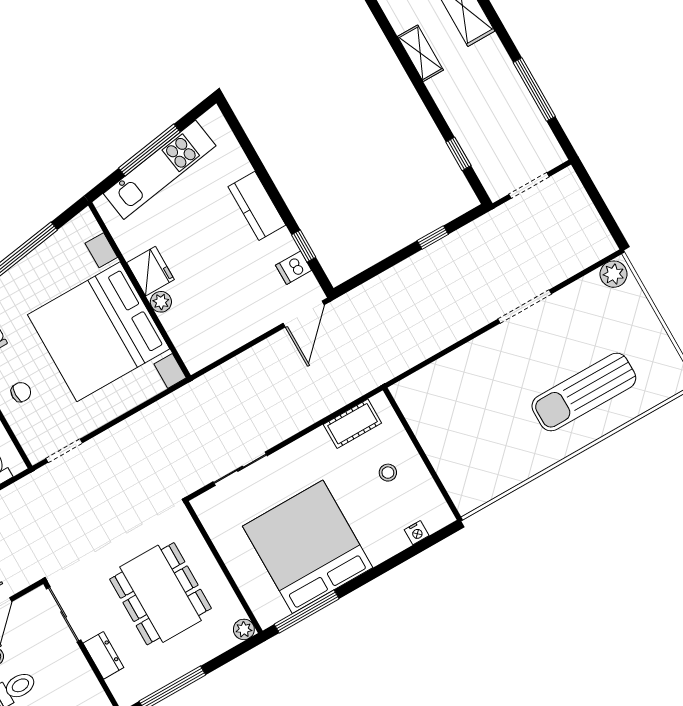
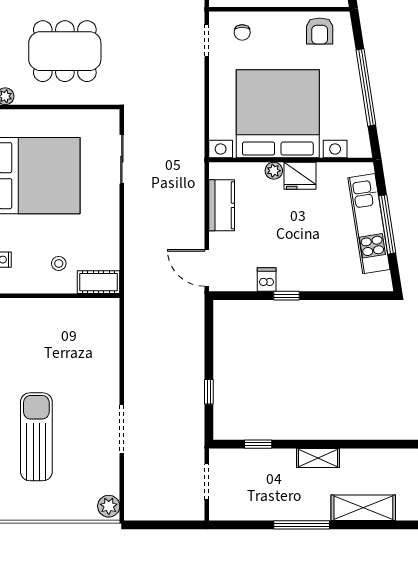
shelving: (420, 53) -> (318, 458), moved
window: (534, 90) -> (302, 525), moved
kitchen counter: (257, 206) -> (222, 205), moved, turned 90
window: (304, 246) -> (286, 296), moved
dishwasher: (294, 268) -> (267, 280), moved
chair: (21, 392) -> (242, 32), moved
cot: (352, 424) -> (99, 282), moved, turned 90

